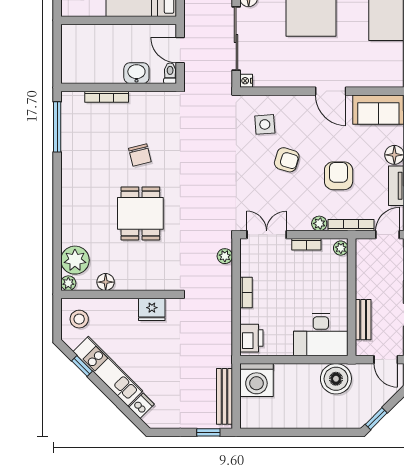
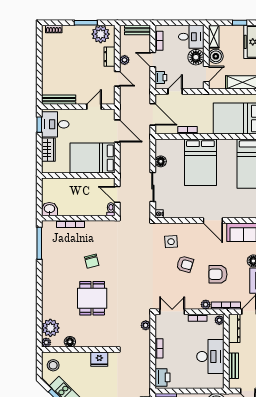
sliding door: (236, 38) -> (153, 187), width x0.73
washbasin: (136, 73) -> (49, 209), moved
armchair: (339, 176) -> (218, 274), turned -90
dresser: (364, 261) -> (234, 328), added
desk: (321, 335) -> (210, 357), moved, turned -90

